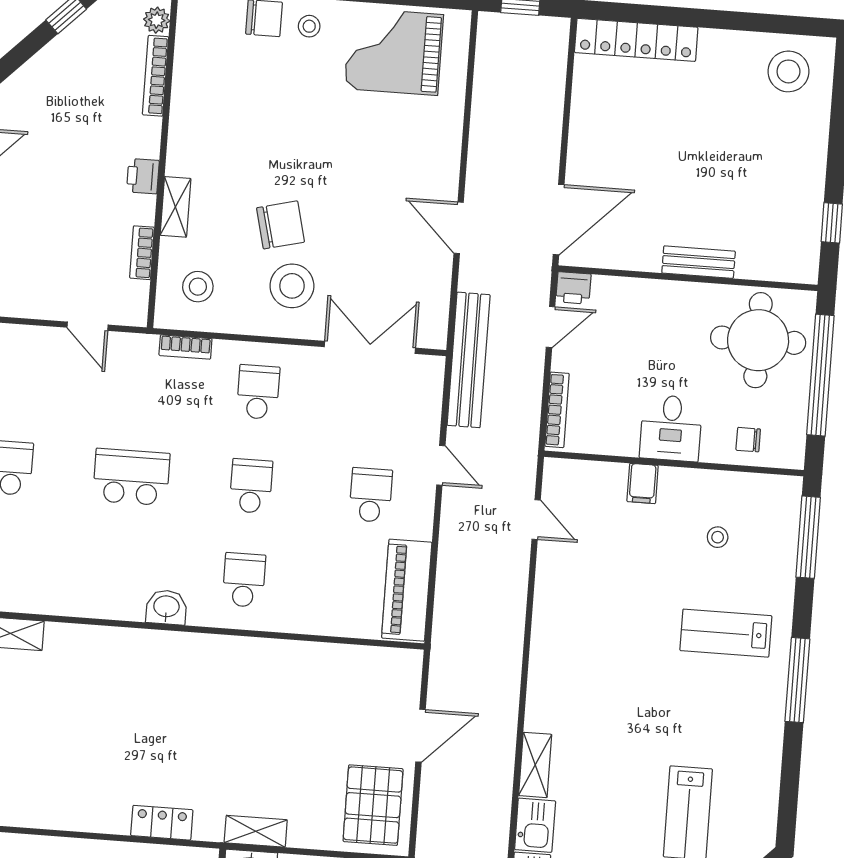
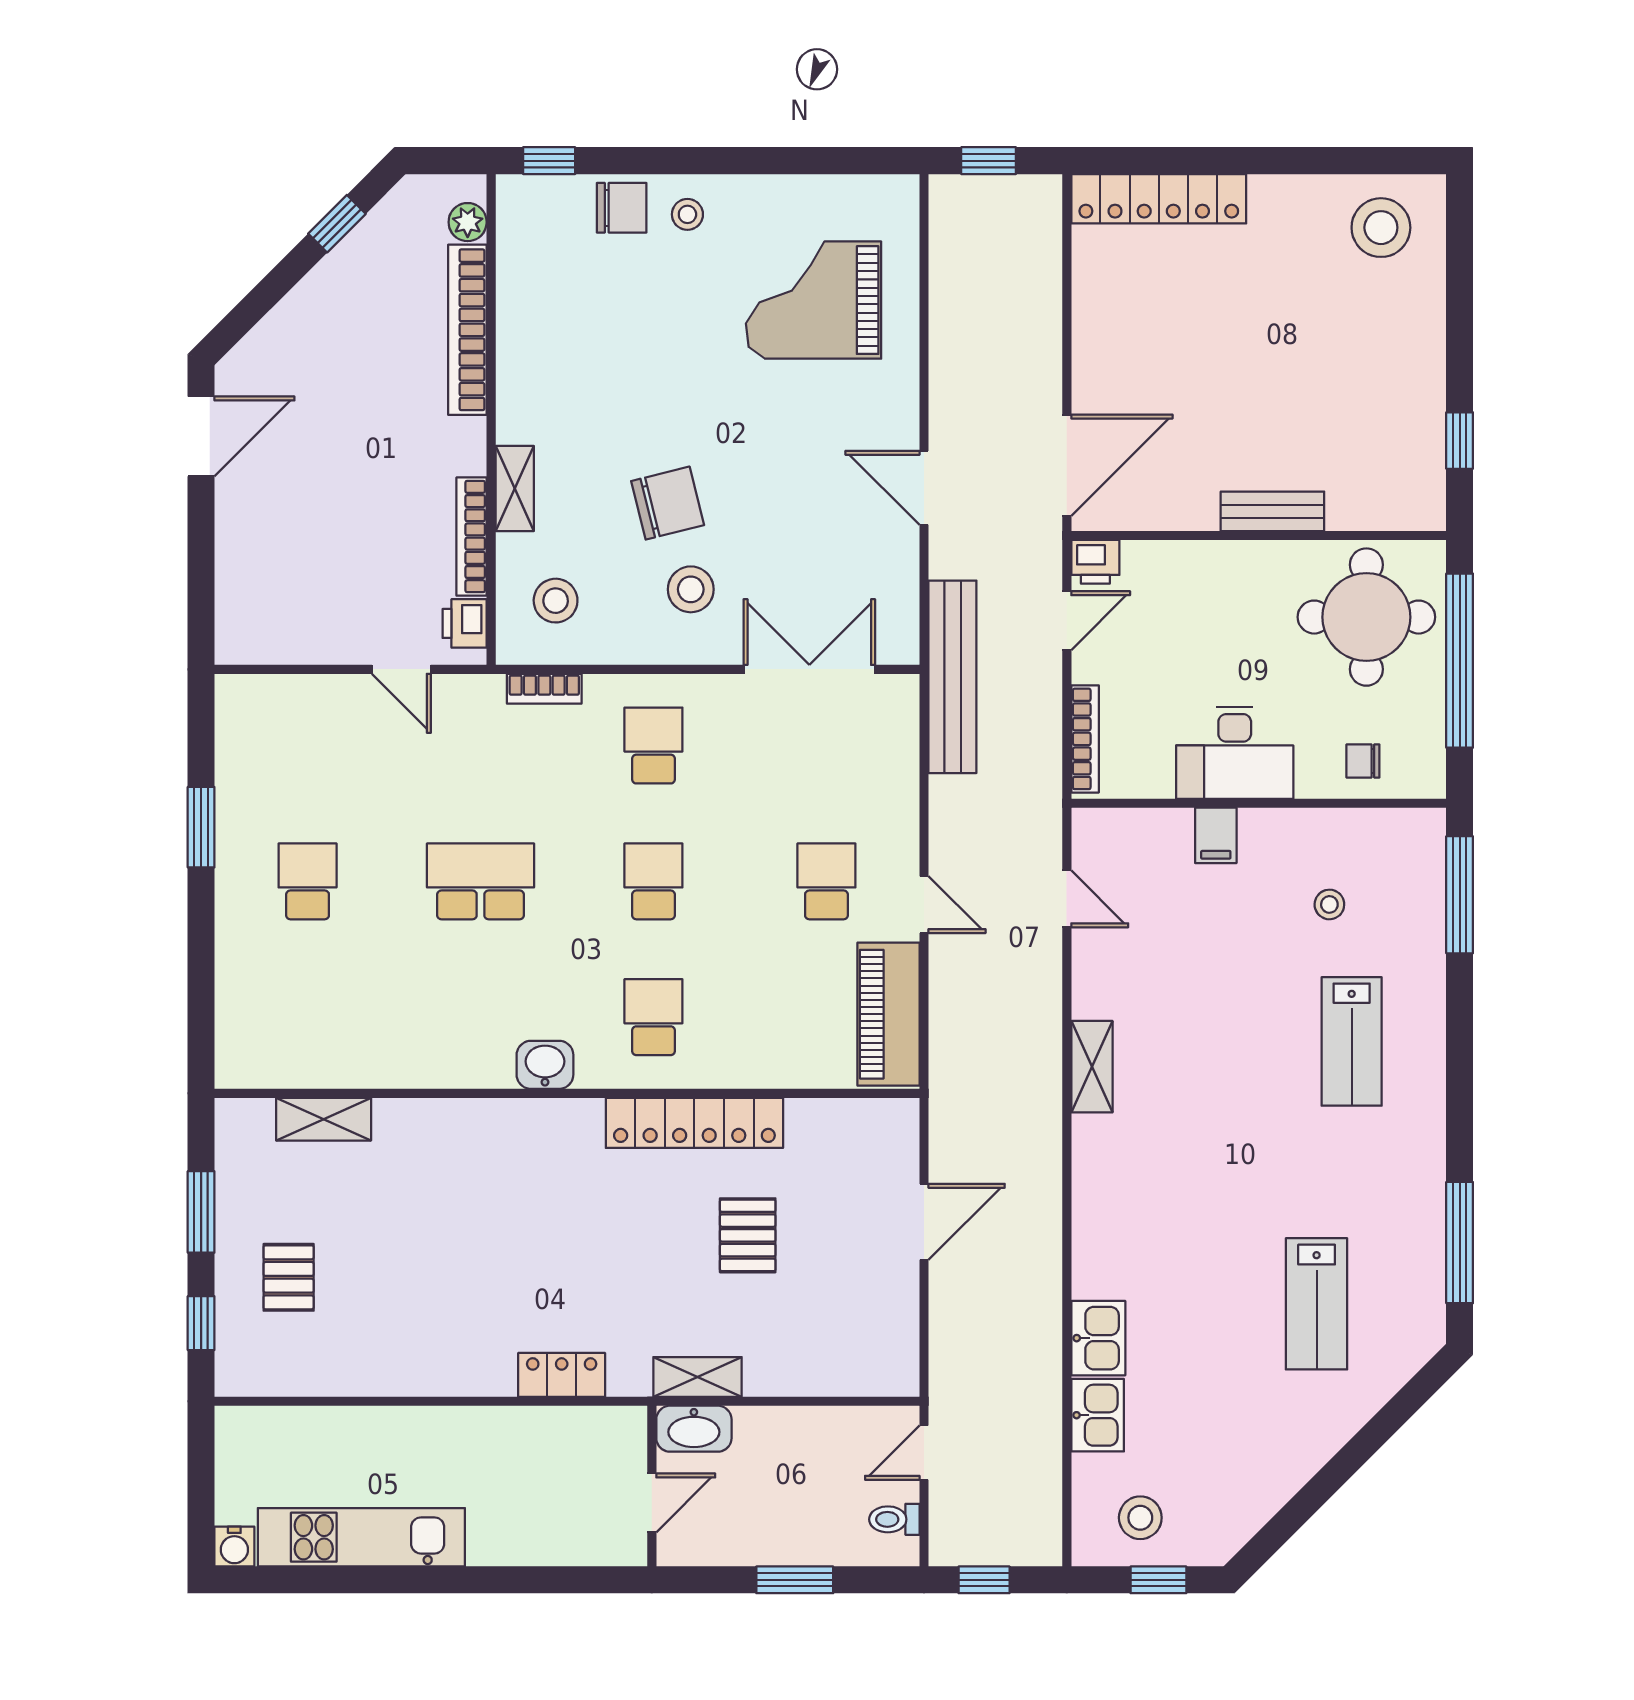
grand piano: (394, 52) -> (814, 300), moved
bookcase: (156, 76) -> (467, 330), width x1.48, depth x1.31
printer: (143, 176) -> (465, 623), moved
bookcase: (142, 253) -> (472, 537), width x1.56
stool: (292, 286) -> (691, 589), width x0.73, depth x0.73
desk: (671, 428) -> (1235, 753), width x1.37
door: (441, 465) -> (924, 905), moved
lab bench: (726, 633) -> (1352, 1041), turned -90
locker: (267, 655) -> (694, 1123), added
window: (797, 680) -> (1460, 1243), moved
shelving: (535, 765) -> (1092, 1067), moved
pallet: (373, 805) -> (748, 1235), moved, width x0.67, depth x0.71

